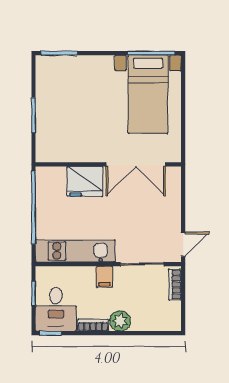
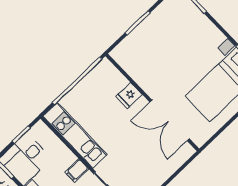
fridge: (85, 181) -> (129, 95), width x0.53, depth x0.75

